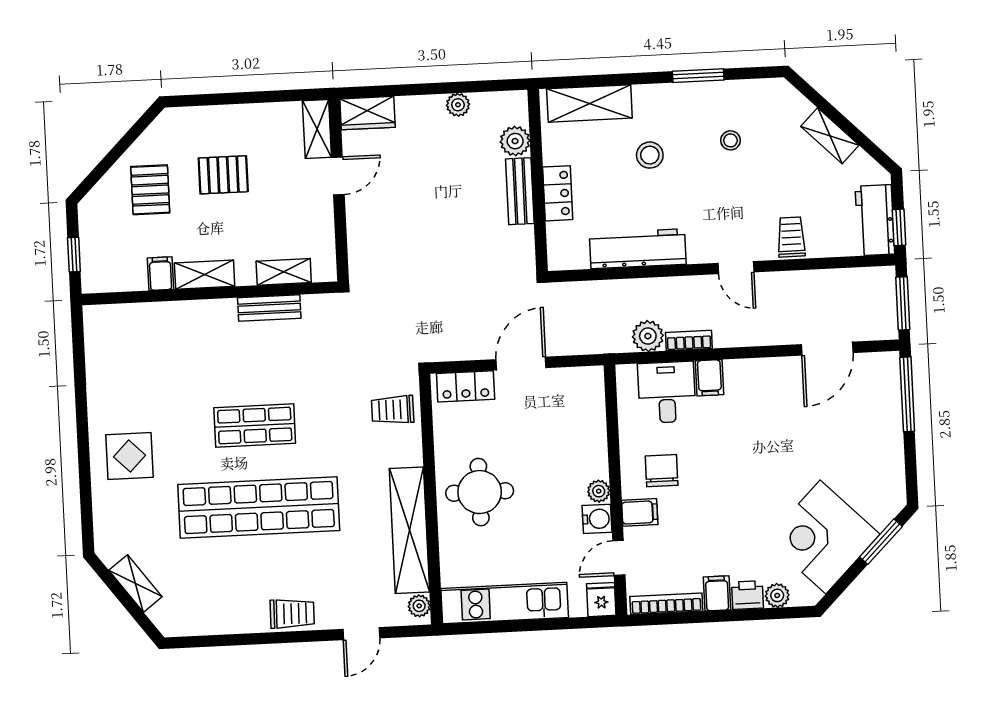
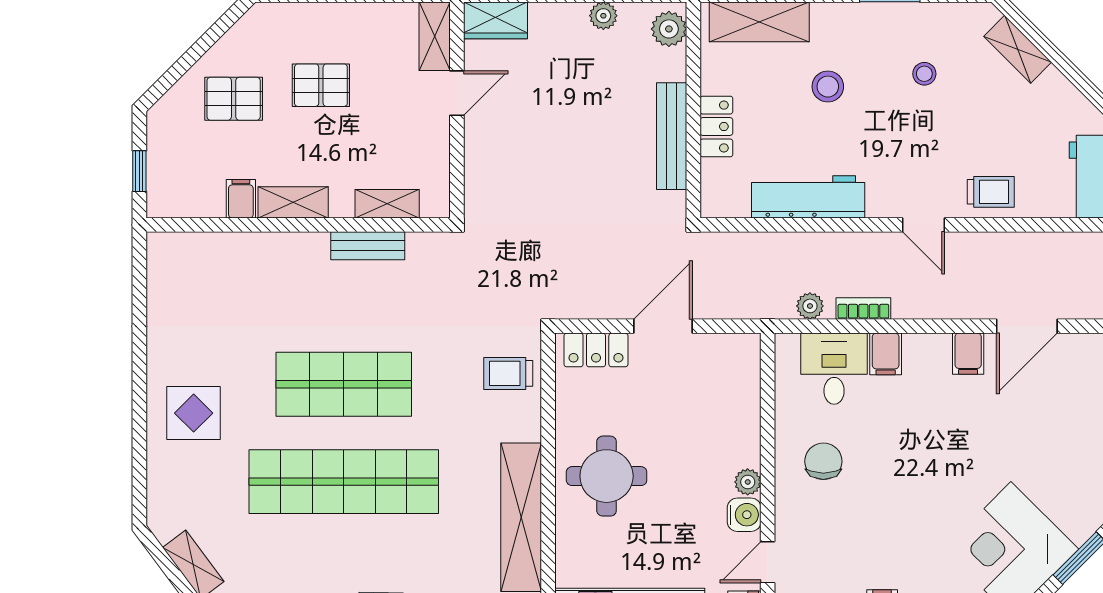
shelving: (830, 136) -> (1018, 49), moved
plant: (515, 141) -> (669, 29), moved
pallet: (150, 190) -> (234, 99), turned 90
bench: (520, 191) -> (672, 136), width x1.36
trolley: (791, 237) -> (991, 192), turned 90
plant: (648, 336) -> (810, 306), width x0.73, depth x0.73
shop shelf: (255, 426) -> (344, 384), width x1.43, depth x1.36
filing cabinet: (640, 512) -> (968, 354), moved, turned 90

